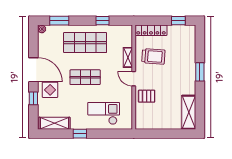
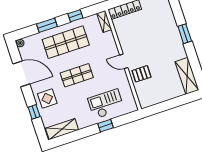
window: (59, 21) -> (47, 25), moved
trolley: (153, 56) -> (135, 34), removed
shelving: (128, 57) -> (104, 21), moved
door: (33, 70) -> (21, 74), moved
window: (80, 134) -> (106, 126), moved

